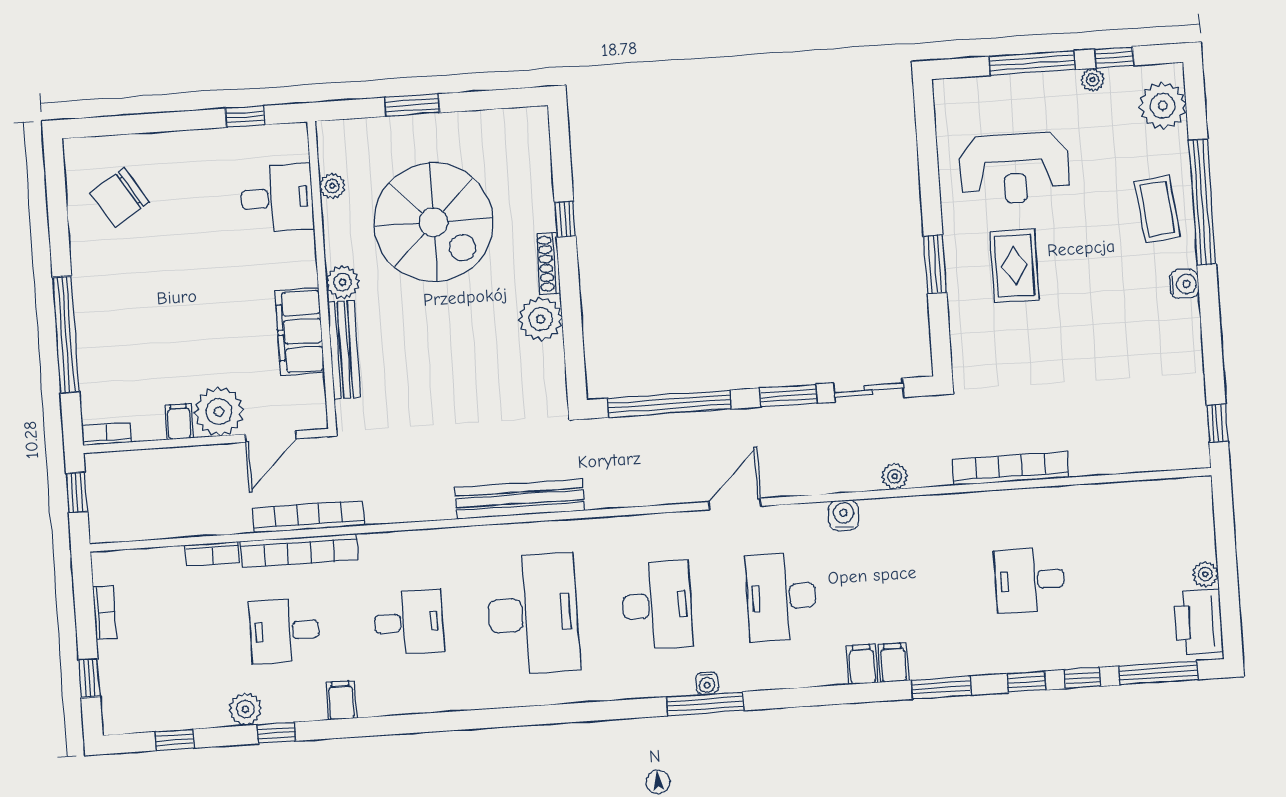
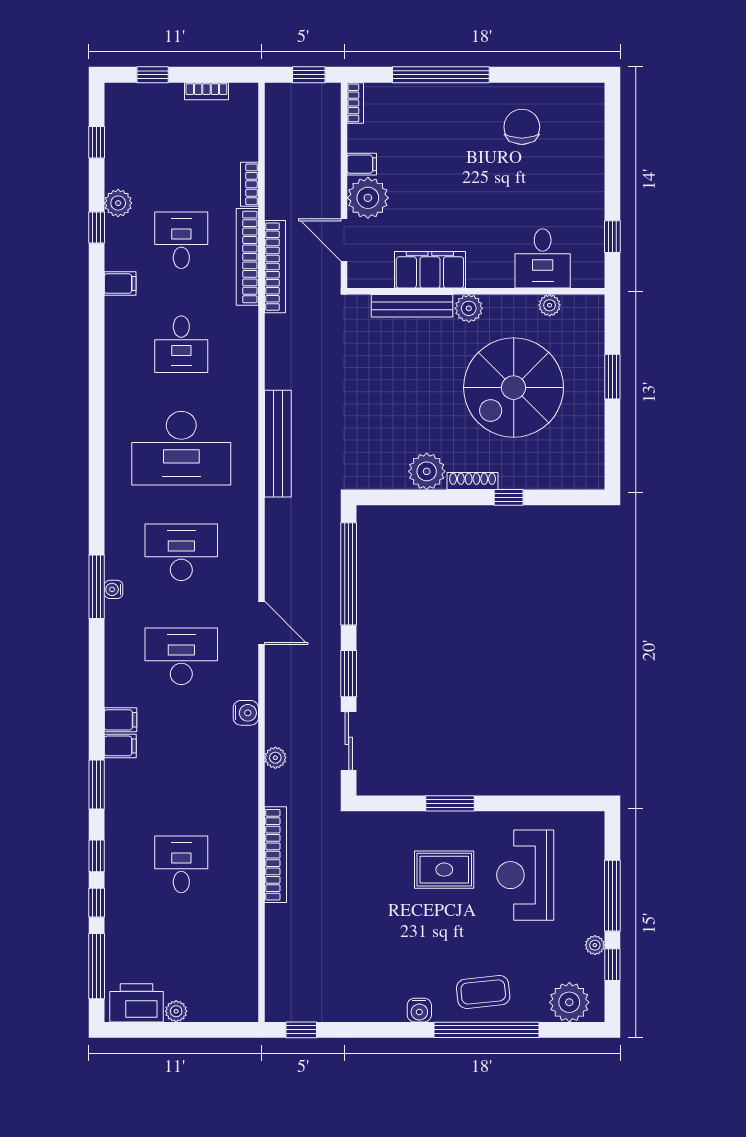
chair: (119, 198) -> (522, 127), moved, turned 32
desk: (657, 605) -> (181, 552), turned 180

